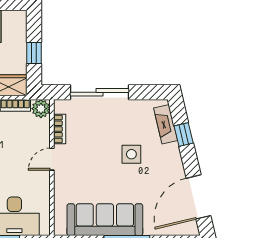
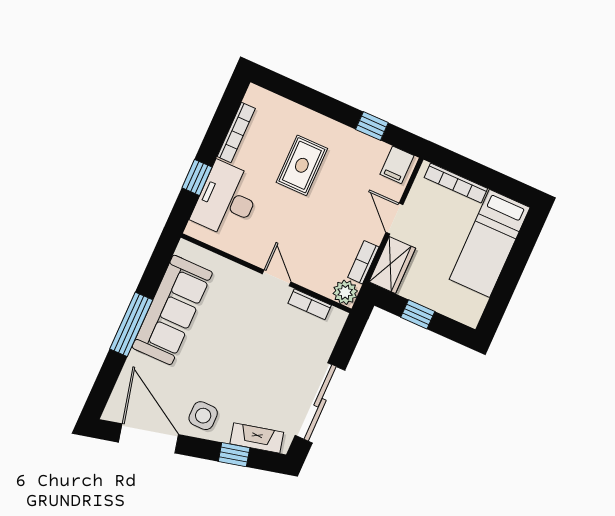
sliding door: (100, 92) -> (320, 403), moved
side table: (131, 154) -> (203, 416), moved

